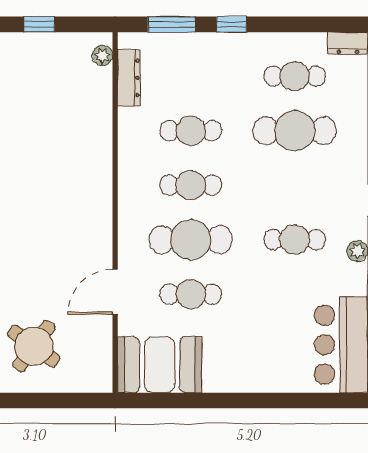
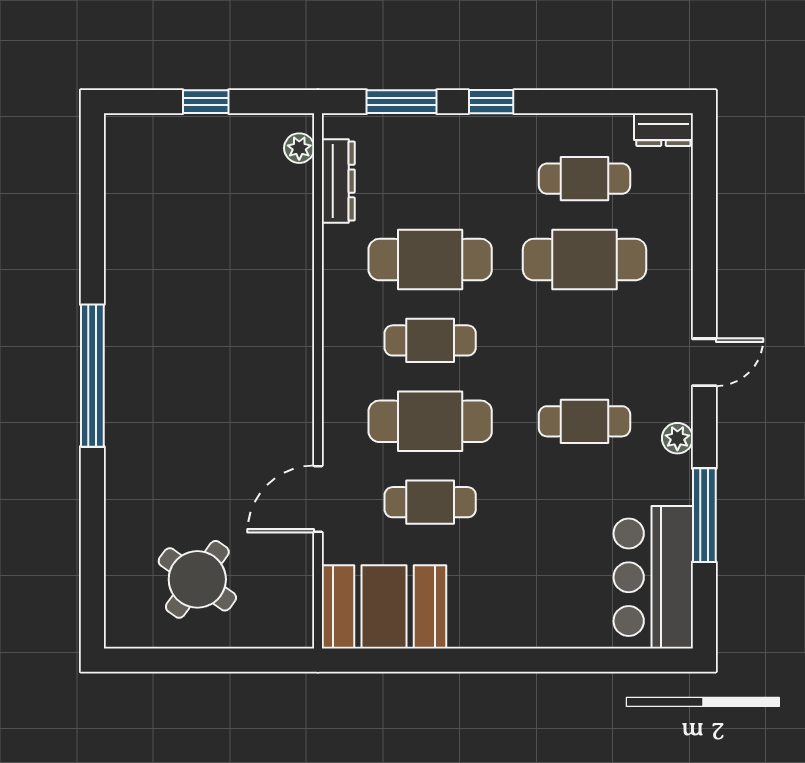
cafe table: (191, 131) -> (430, 260), width x1.37, depth x1.35

